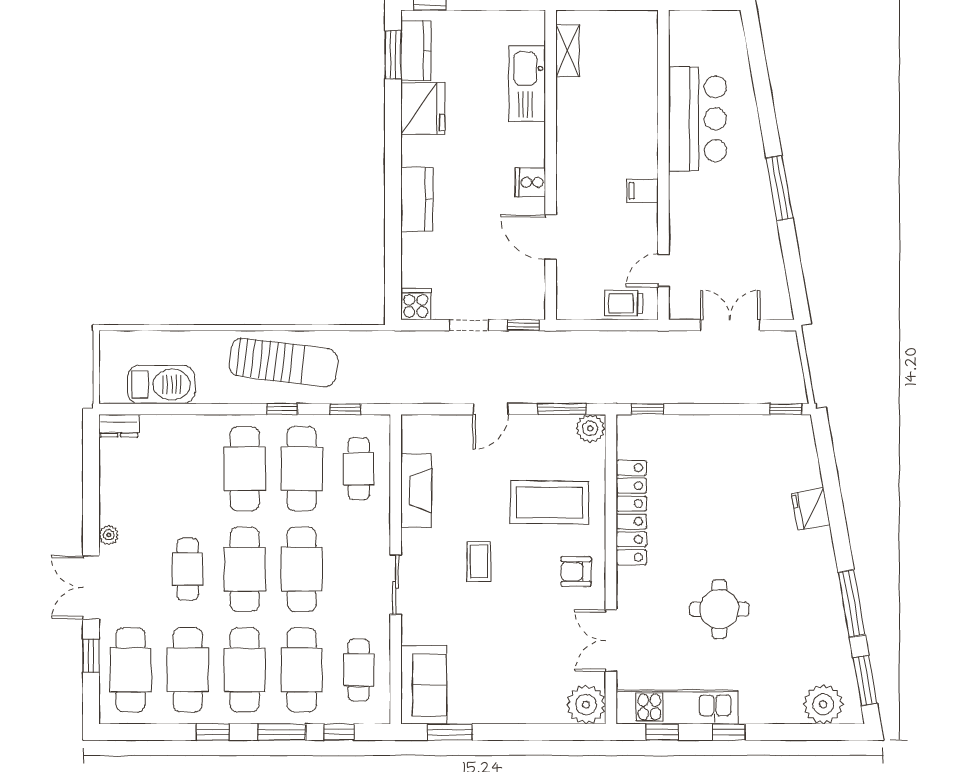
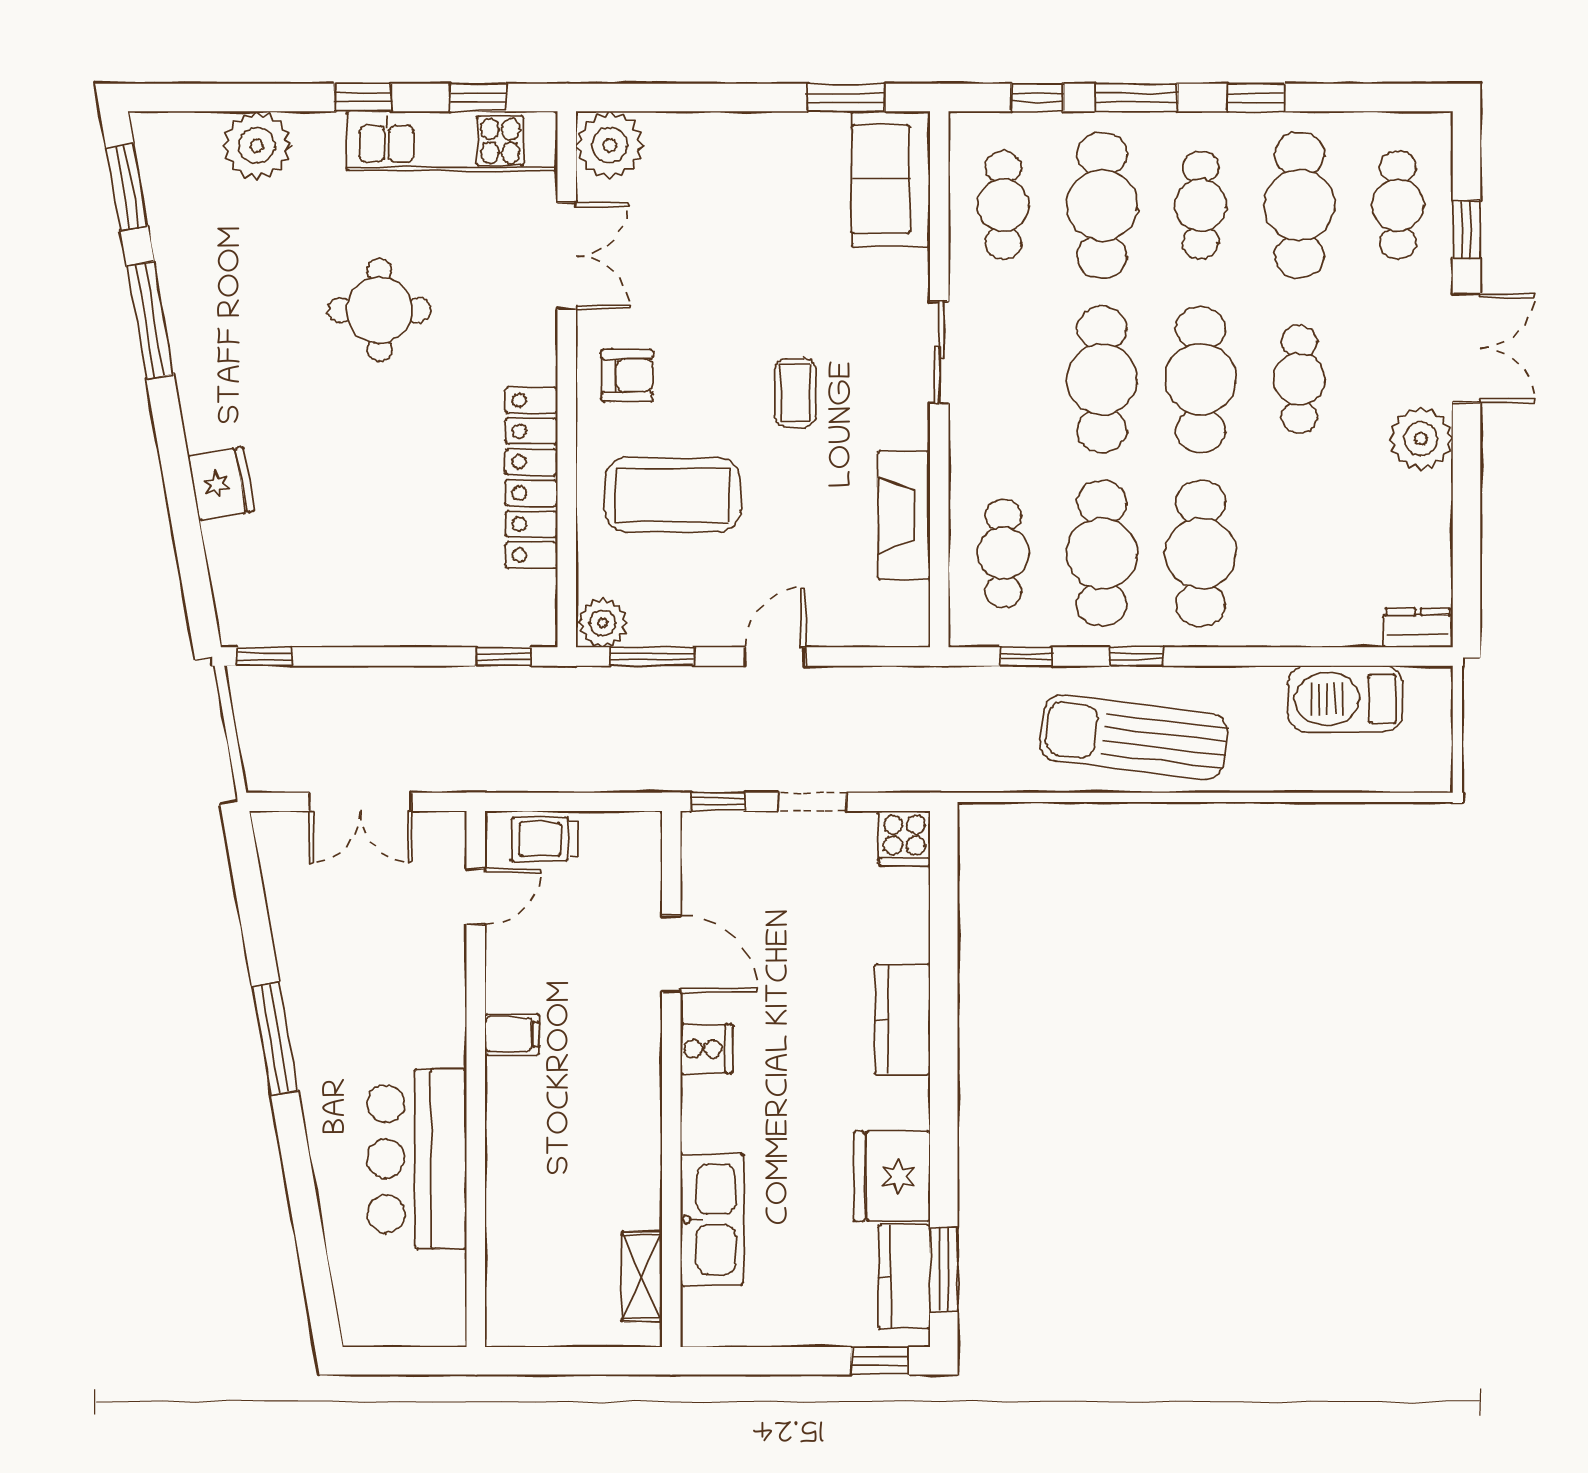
trolley: (624, 303) -> (544, 839), turned 180
plant: (109, 535) -> (1421, 439), width x1.88, depth x1.88
cafe table: (131, 670) -> (1398, 205), width x0.73, depth x0.74
cafe table: (245, 670) -> (1201, 205), width x0.73, depth x0.74
plant: (823, 704) -> (257, 146), moved

